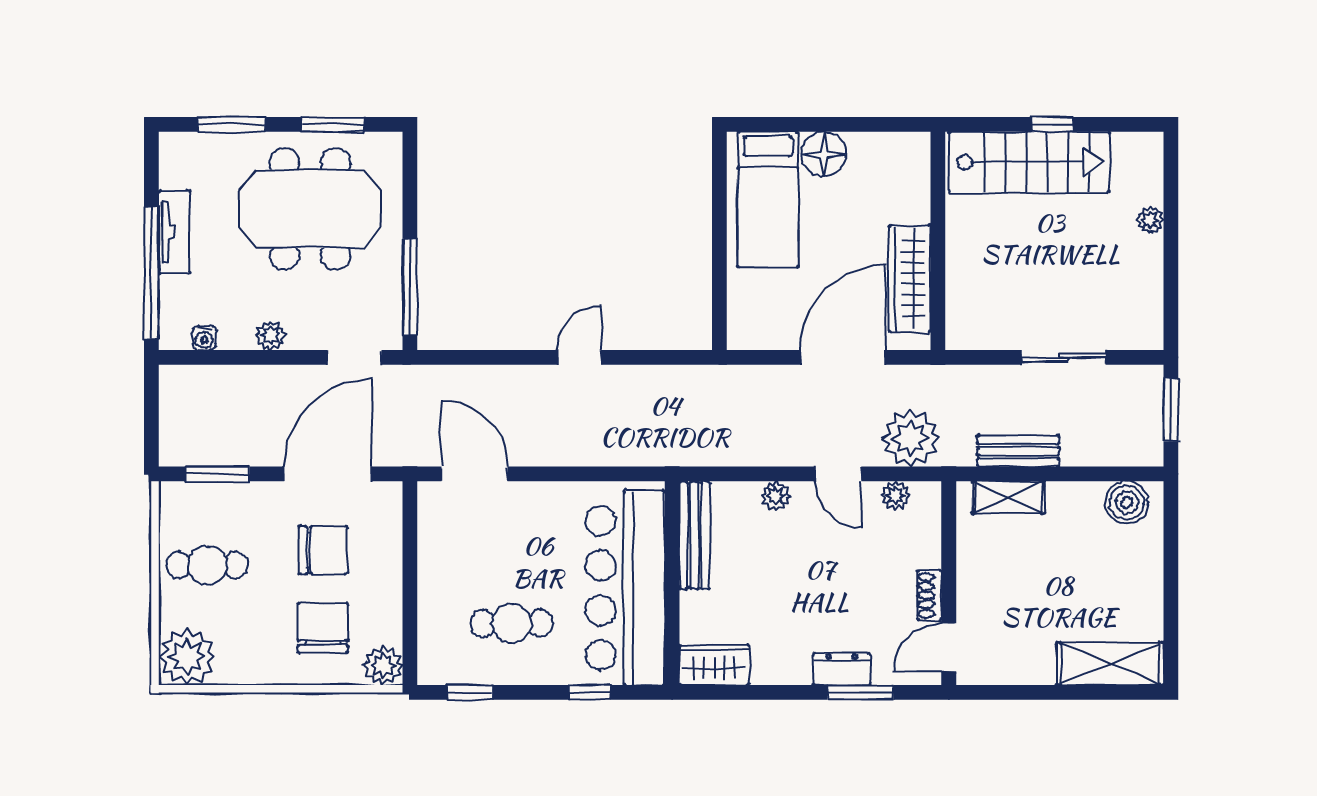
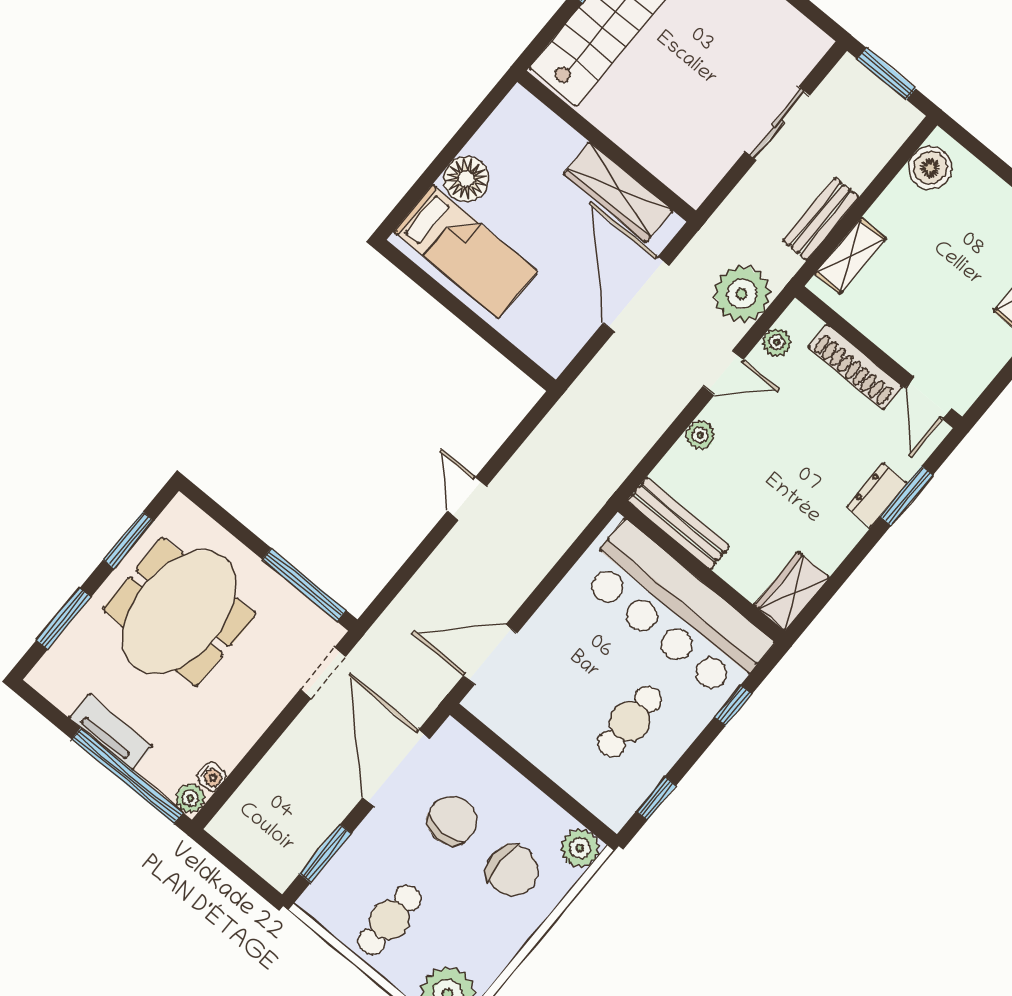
plant: (271, 335) -> (190, 798), moved
shoe rack: (929, 595) -> (855, 367), width x1.94, depth x1.24
chair: (323, 628) -> (512, 870), turned 180

